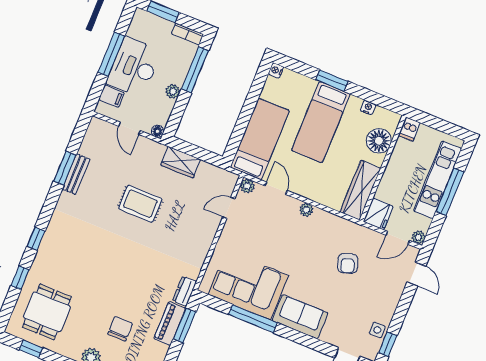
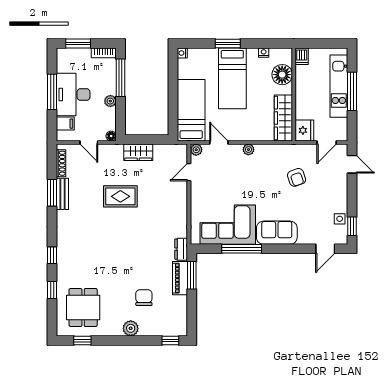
shoe rack: (89, 139) -> (61, 163), added
plant: (419, 237) -> (342, 136), removed

